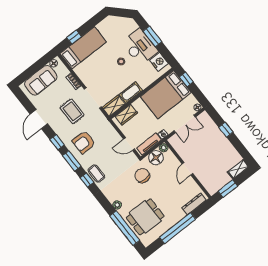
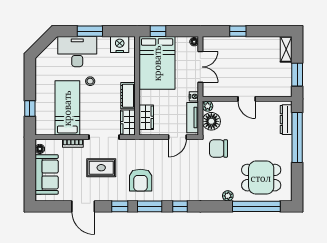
desk: (140, 47) -> (77, 52), moved
bed: (83, 48) -> (67, 108), moved
coffee table: (96, 174) -> (181, 192), removed
dining table: (145, 217) -> (261, 178), turned 90
window: (178, 228) -> (297, 138), moved

